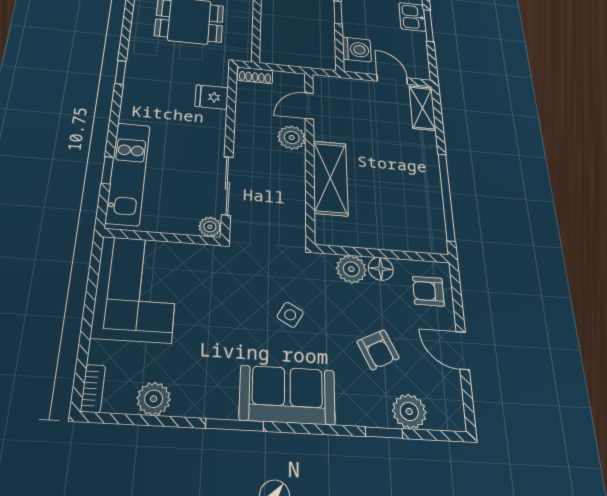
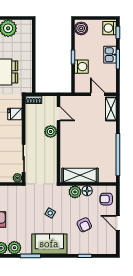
washing machine: (357, 49) -> (81, 67), moved
door: (309, 106) -> (58, 114), swing flipped
shelving: (330, 178) -> (80, 175), moved, turned 90
plant: (409, 411) -> (14, 248), moved

